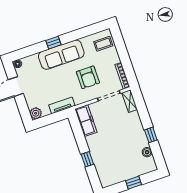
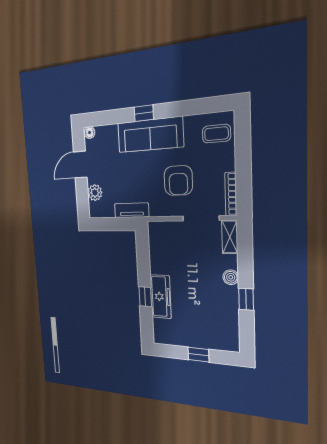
plant: (36, 113) -> (95, 193), moved
freezer: (86, 121) -> (161, 297), moved
boiler: (147, 152) -> (231, 277), moved

